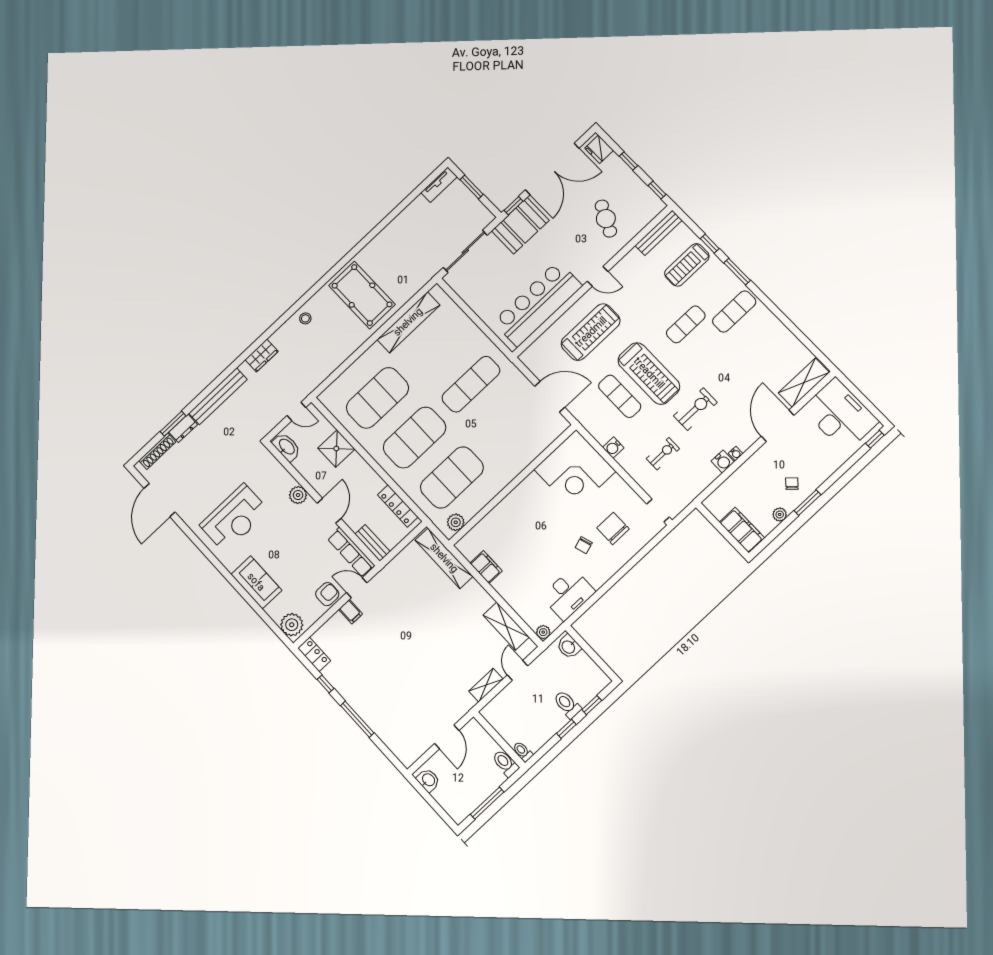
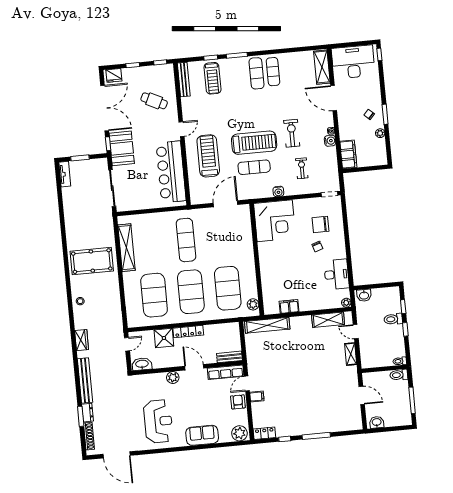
exercise mat: (686, 324) -> (273, 72), moved
locker: (398, 506) -> (188, 332), moved
filing cabinet: (742, 530) -> (348, 154), moved, turned 90

